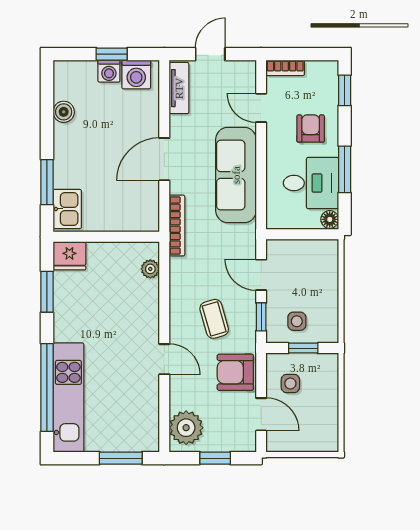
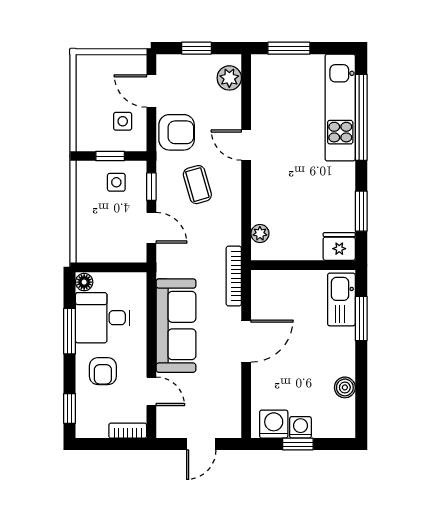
tv unit: (179, 88) -> (232, 411), removed
kitchen sink: (67, 209) -> (341, 299), width x1.38
plant: (186, 428) -> (229, 78), width x0.73, depth x0.73

